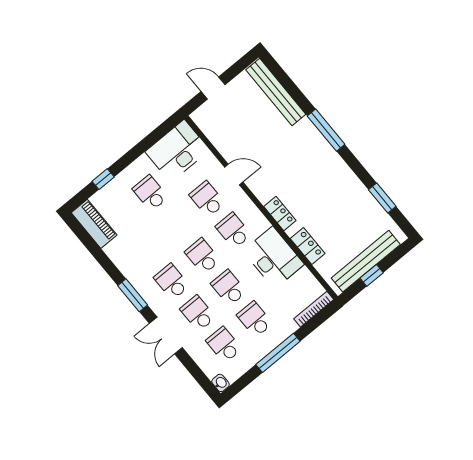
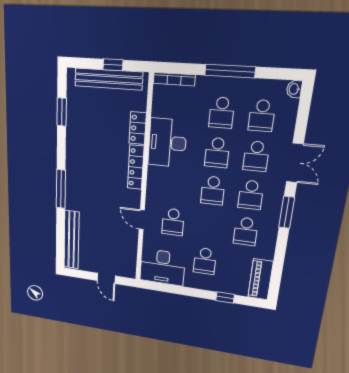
locker: (280, 213) -> (136, 167), width x1.53
school desk: (233, 231) -> (246, 231), moved

